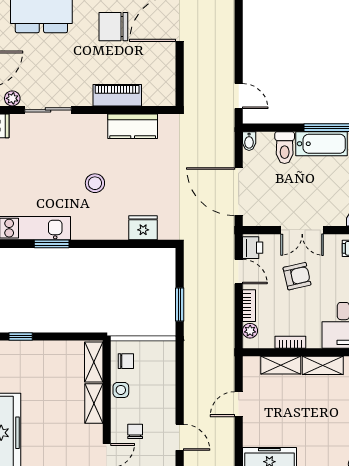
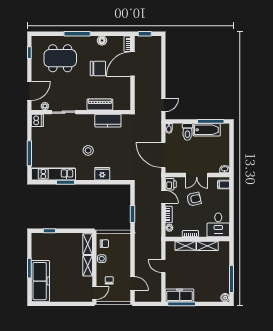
chair: (113, 27) -> (98, 69), turned 180
door: (239, 96) -> (163, 105), hinge flipped
fridge: (143, 228) -> (102, 174), moved
door: (239, 404) -> (163, 266), hinge flipped

